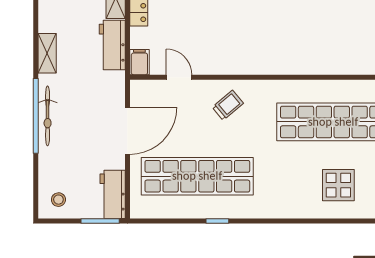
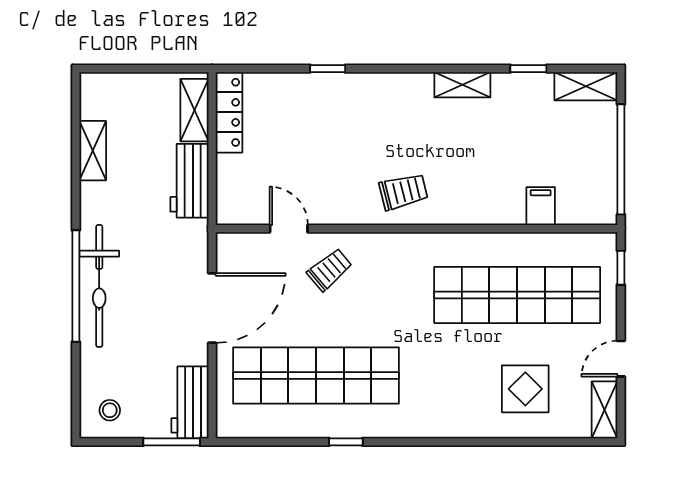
trolley: (256, 52) -> (403, 192), added
shelving: (47, 53) -> (93, 151), moved
filing cabinet: (139, 62) -> (541, 206), moved
trolley: (228, 105) -> (330, 270), moved
bicycle: (48, 116) -> (99, 286), width x1.37, depth x1.40

